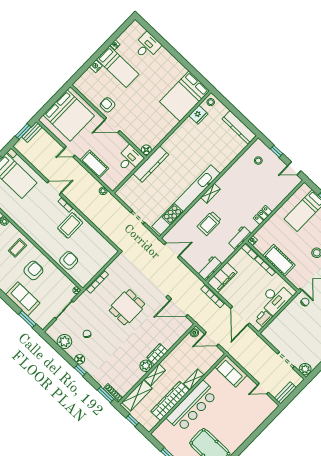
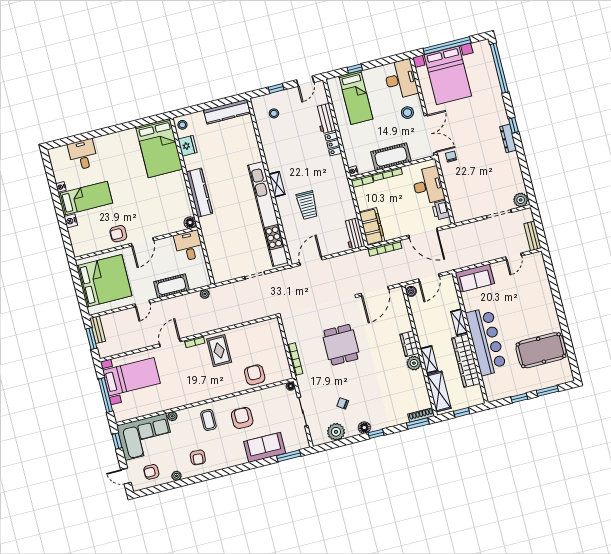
kitchen counter: (151, 164) -> (199, 193), moved
workbench: (239, 238) -> (325, 119), moved

